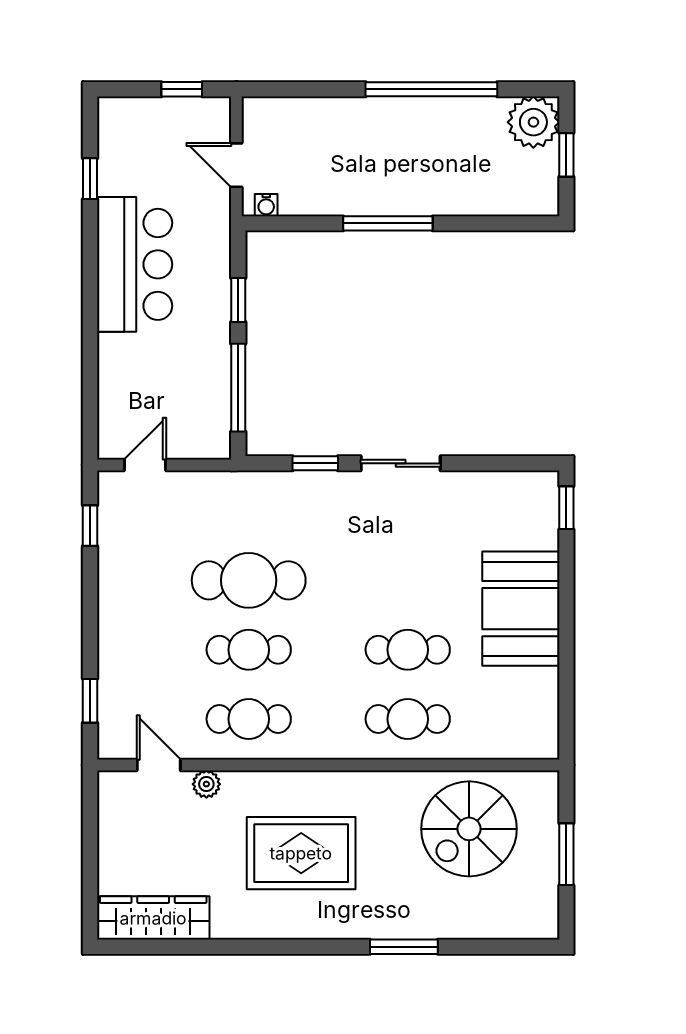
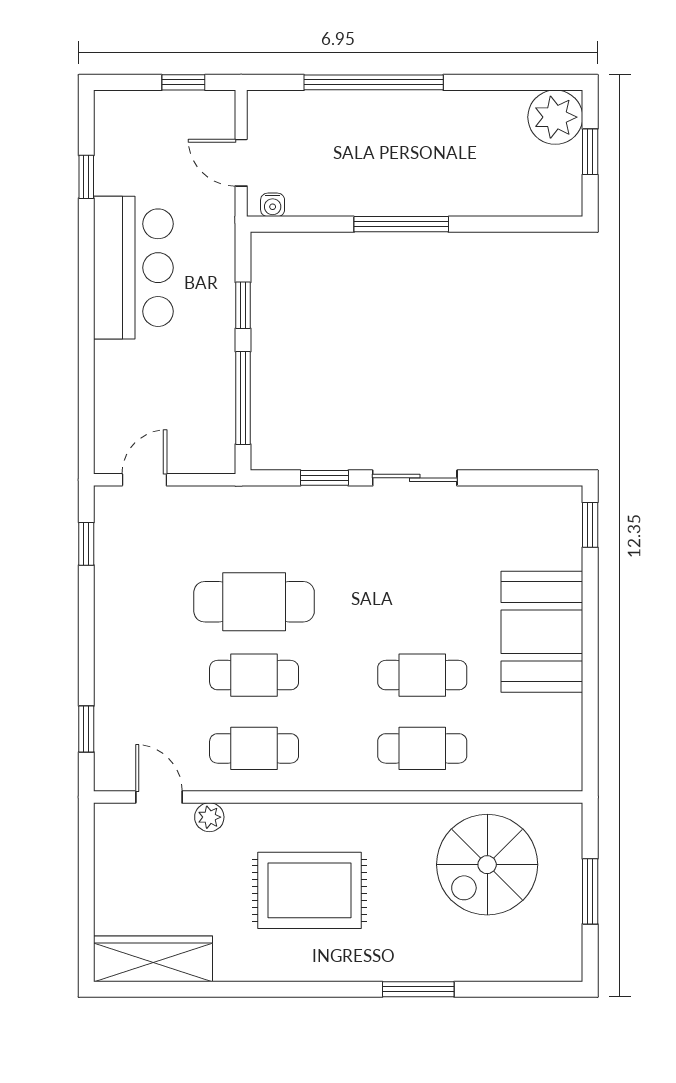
window: (431, 89) -> (374, 82), moved

